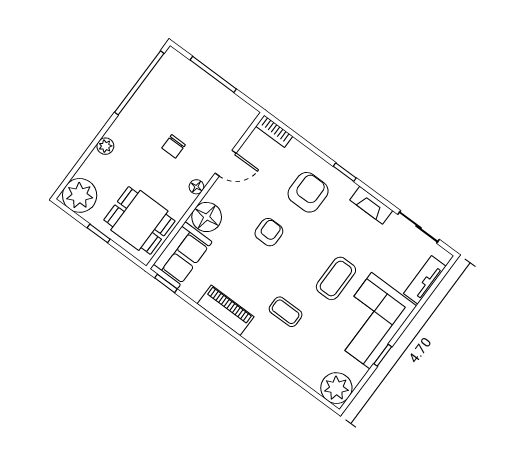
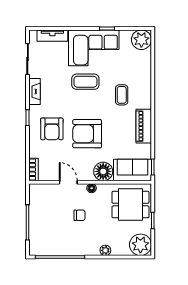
armchair: (308, 192) -> (52, 129), turned -90
dining table: (139, 220) -> (131, 205), turned 90
armchair: (269, 232) -> (87, 134), width x1.88, depth x1.88

